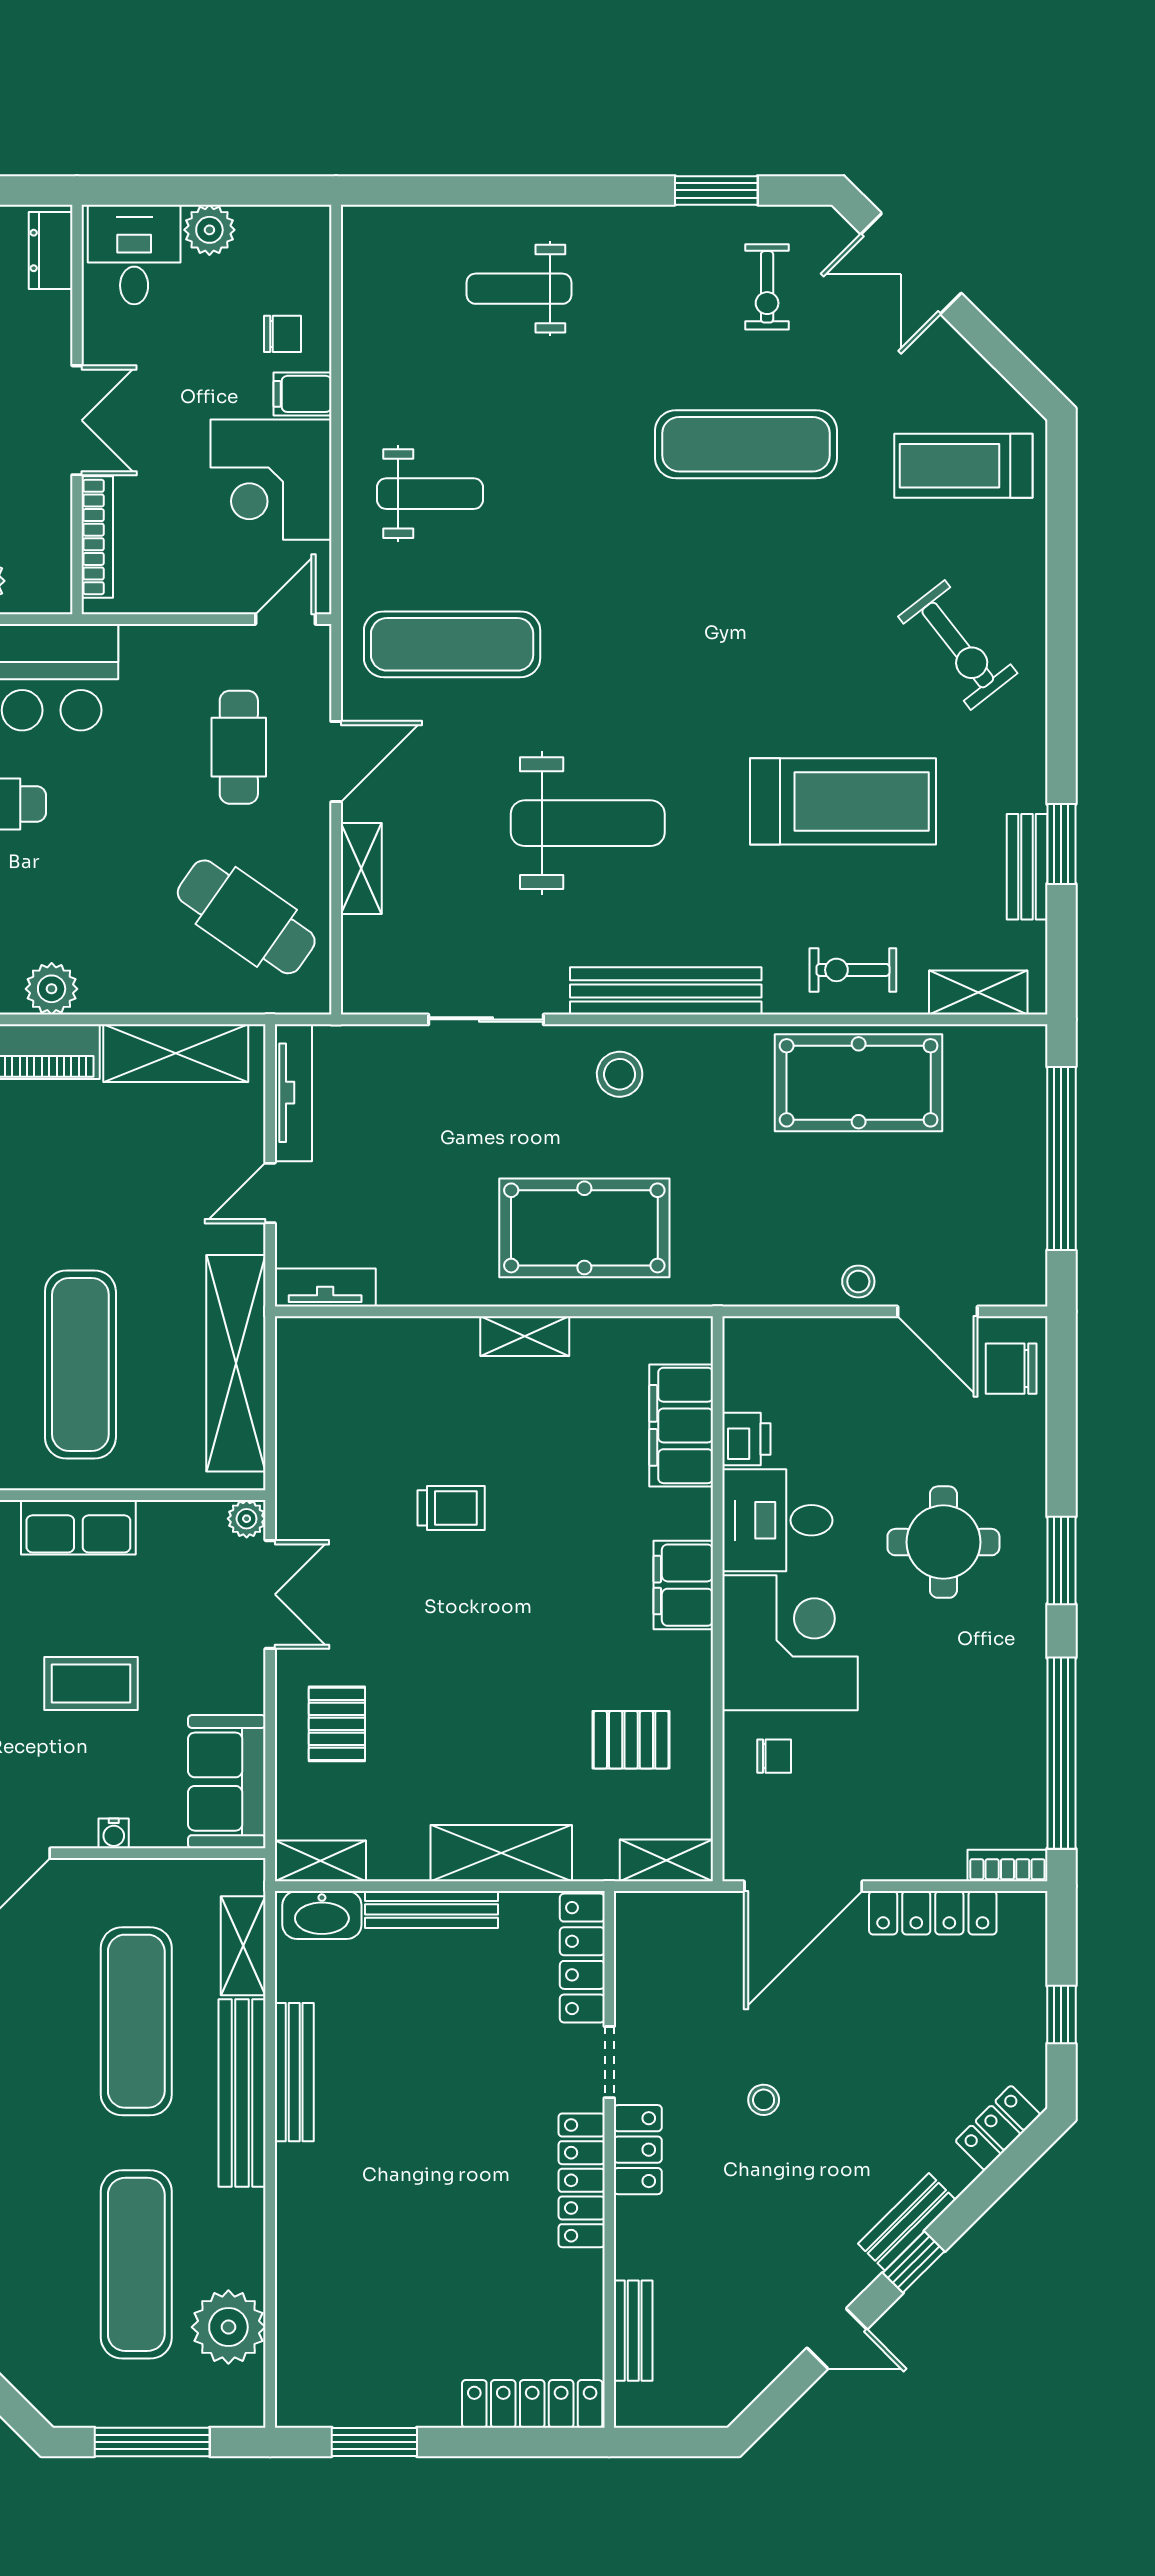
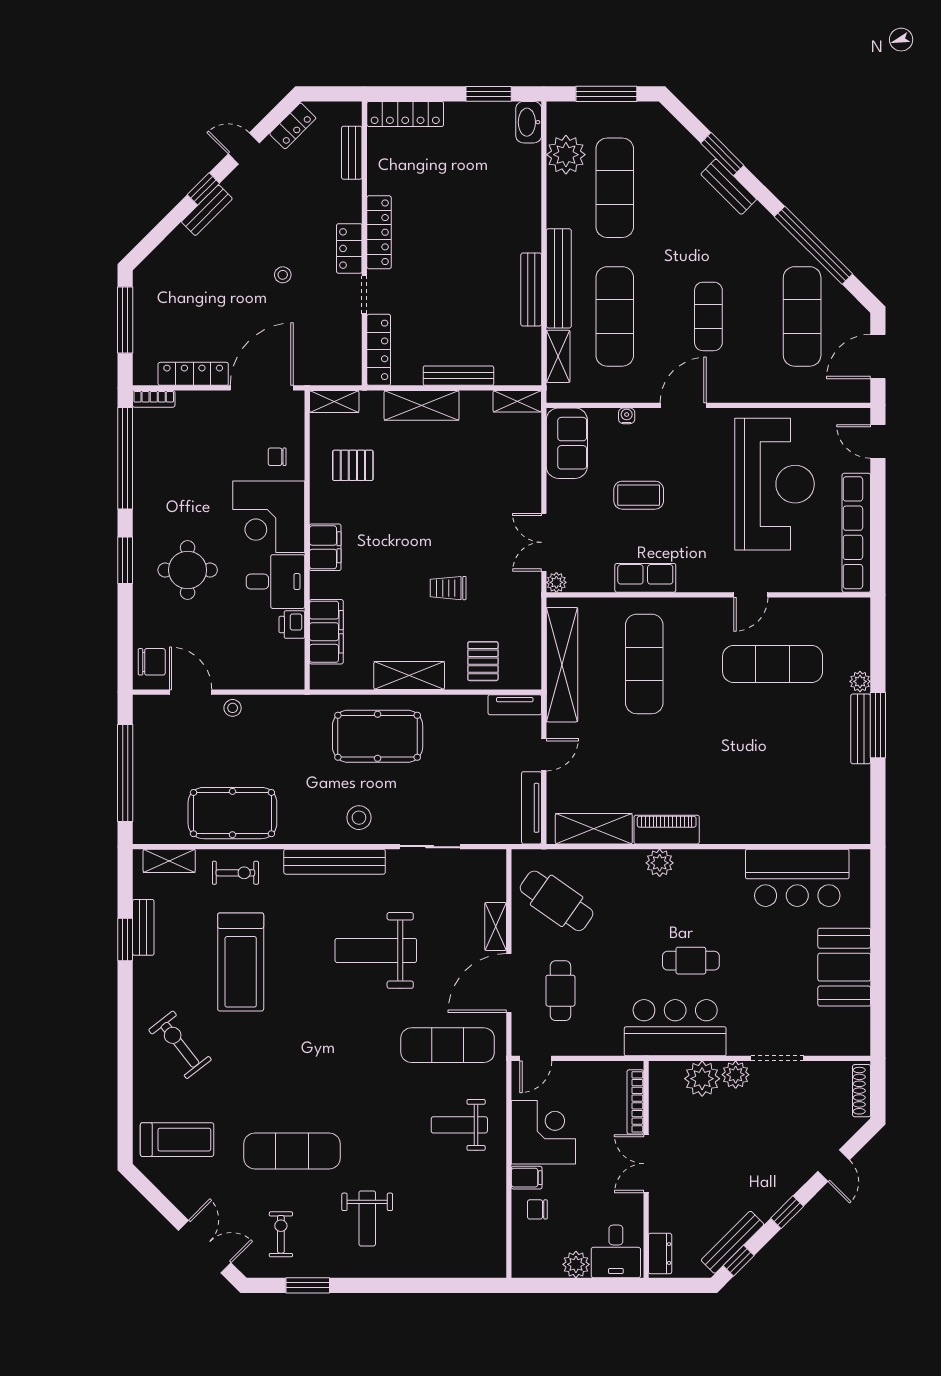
weight bench: (519, 289) -> (367, 1218), moved, turned 90
door: (336, 762) -> (509, 983), width x1.36
treadmill: (843, 801) -> (241, 962), turned -90
shelving: (525, 1336) -> (409, 675), width x1.50, depth x1.33
pallet: (337, 1724) -> (483, 661), moved
washbasin: (322, 1915) -> (529, 122), moved, turned -90
window: (1061, 2015) -> (125, 320), width x2.17
locker: (998, 2128) -> (293, 126), moved

